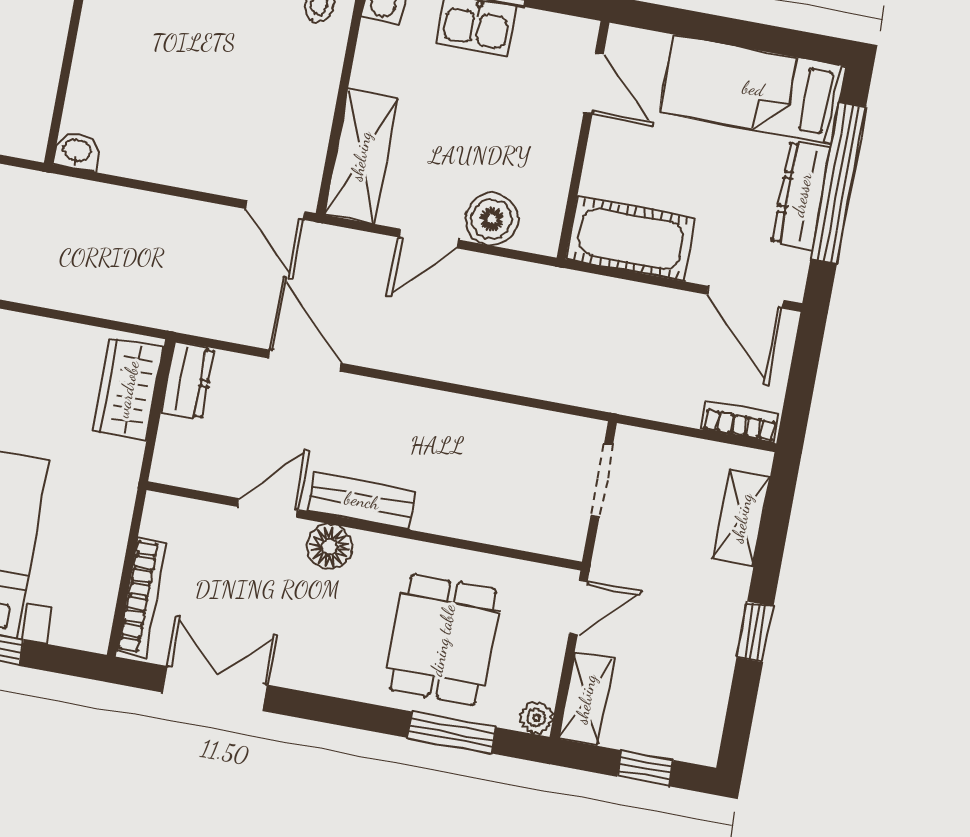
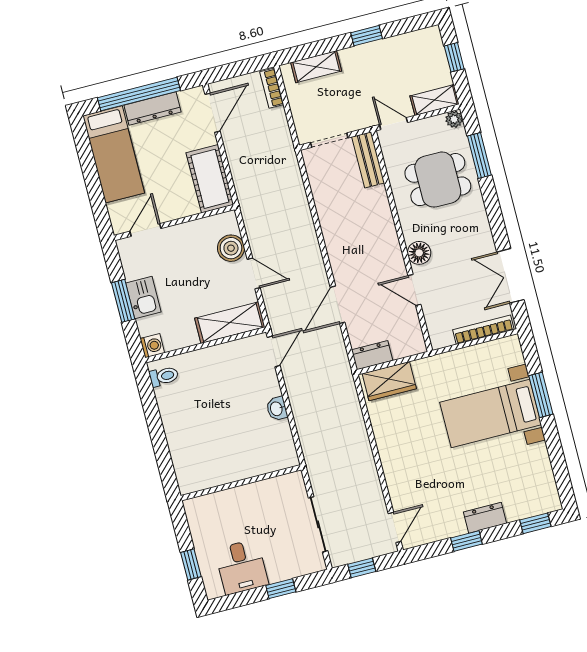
washbasin: (77, 151) -> (277, 409), moved
bench: (362, 501) -> (368, 160), moved

